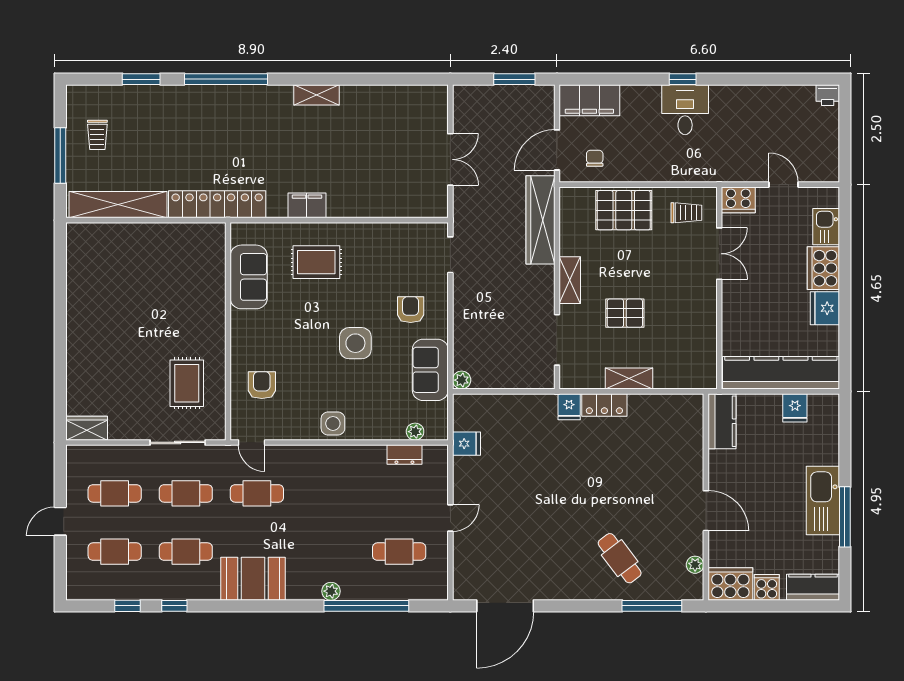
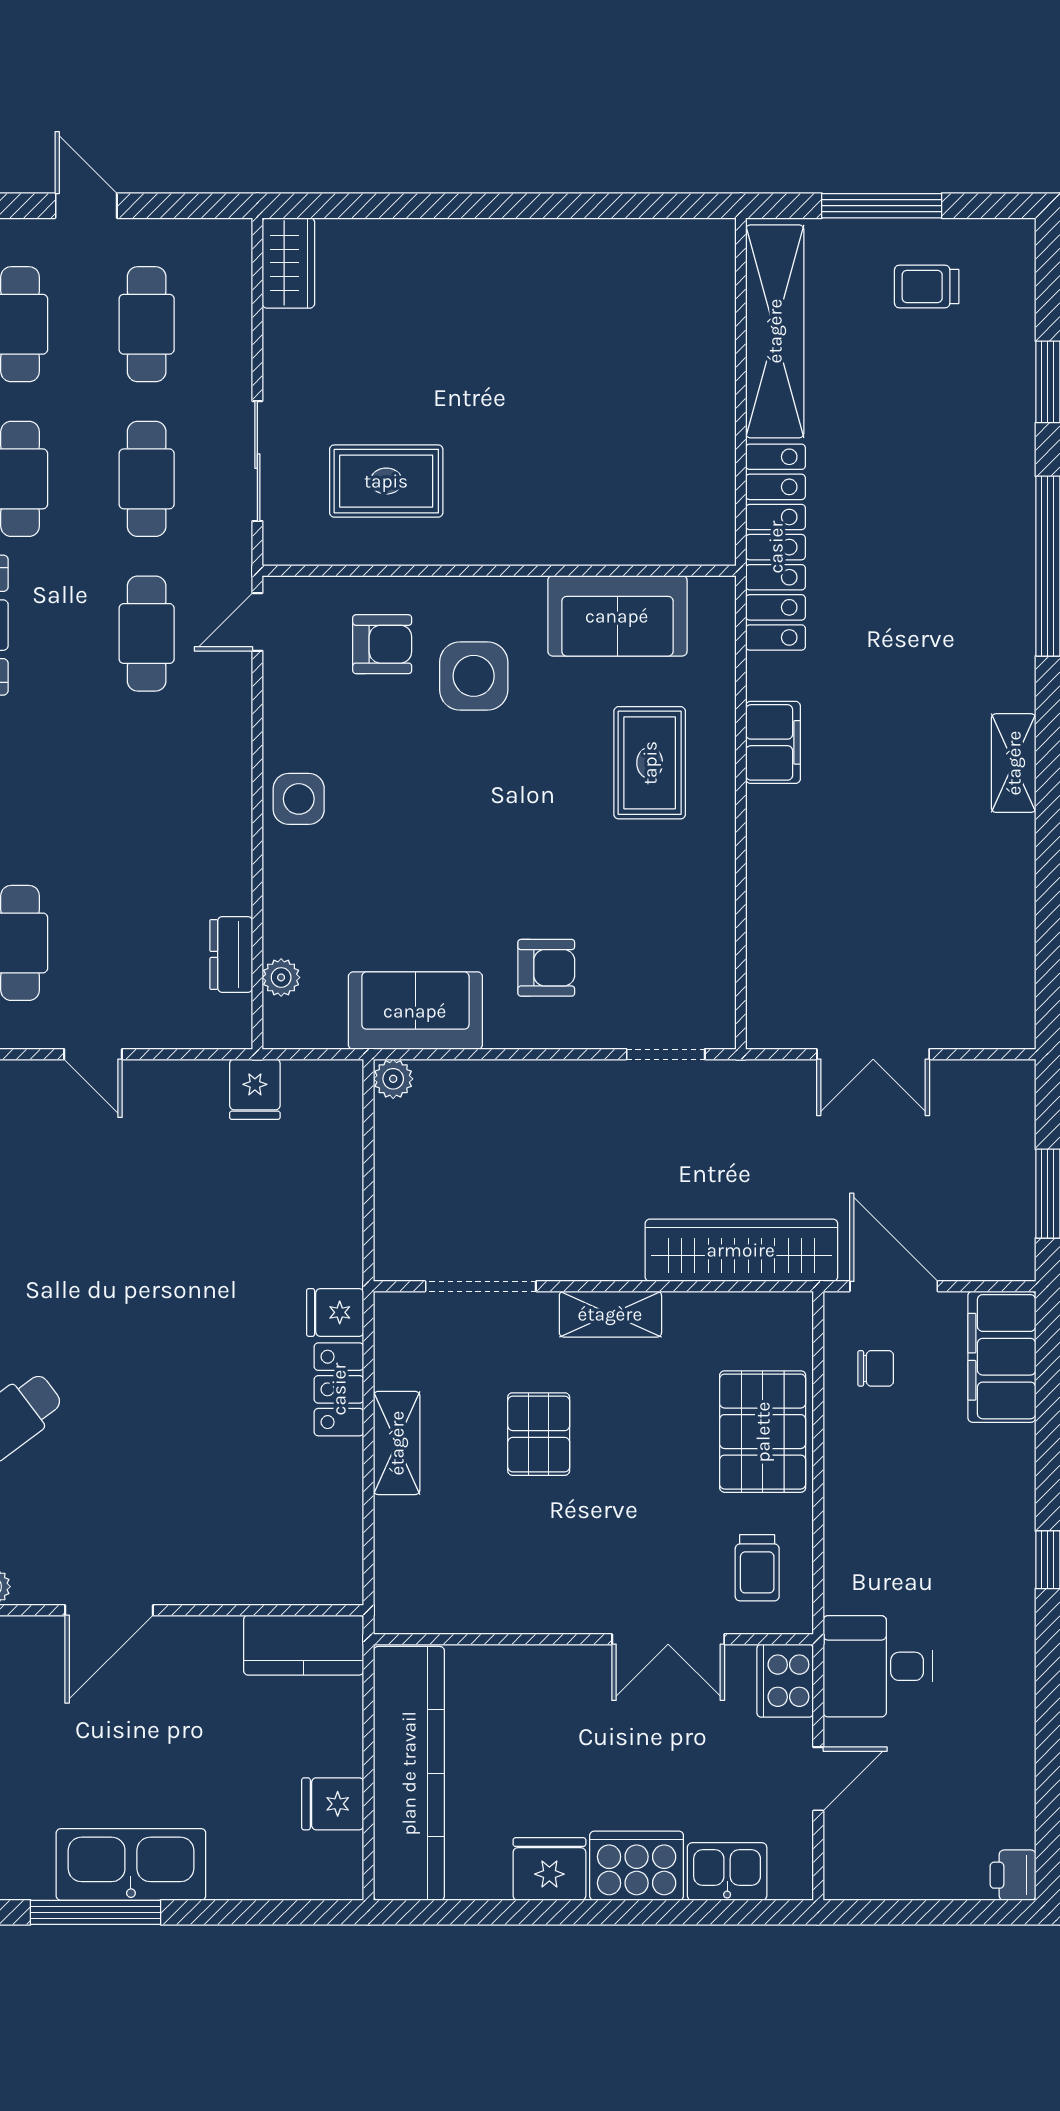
desk: (685, 110) -> (878, 1666), moved, turned 180
side table: (355, 343) -> (474, 676), moved

